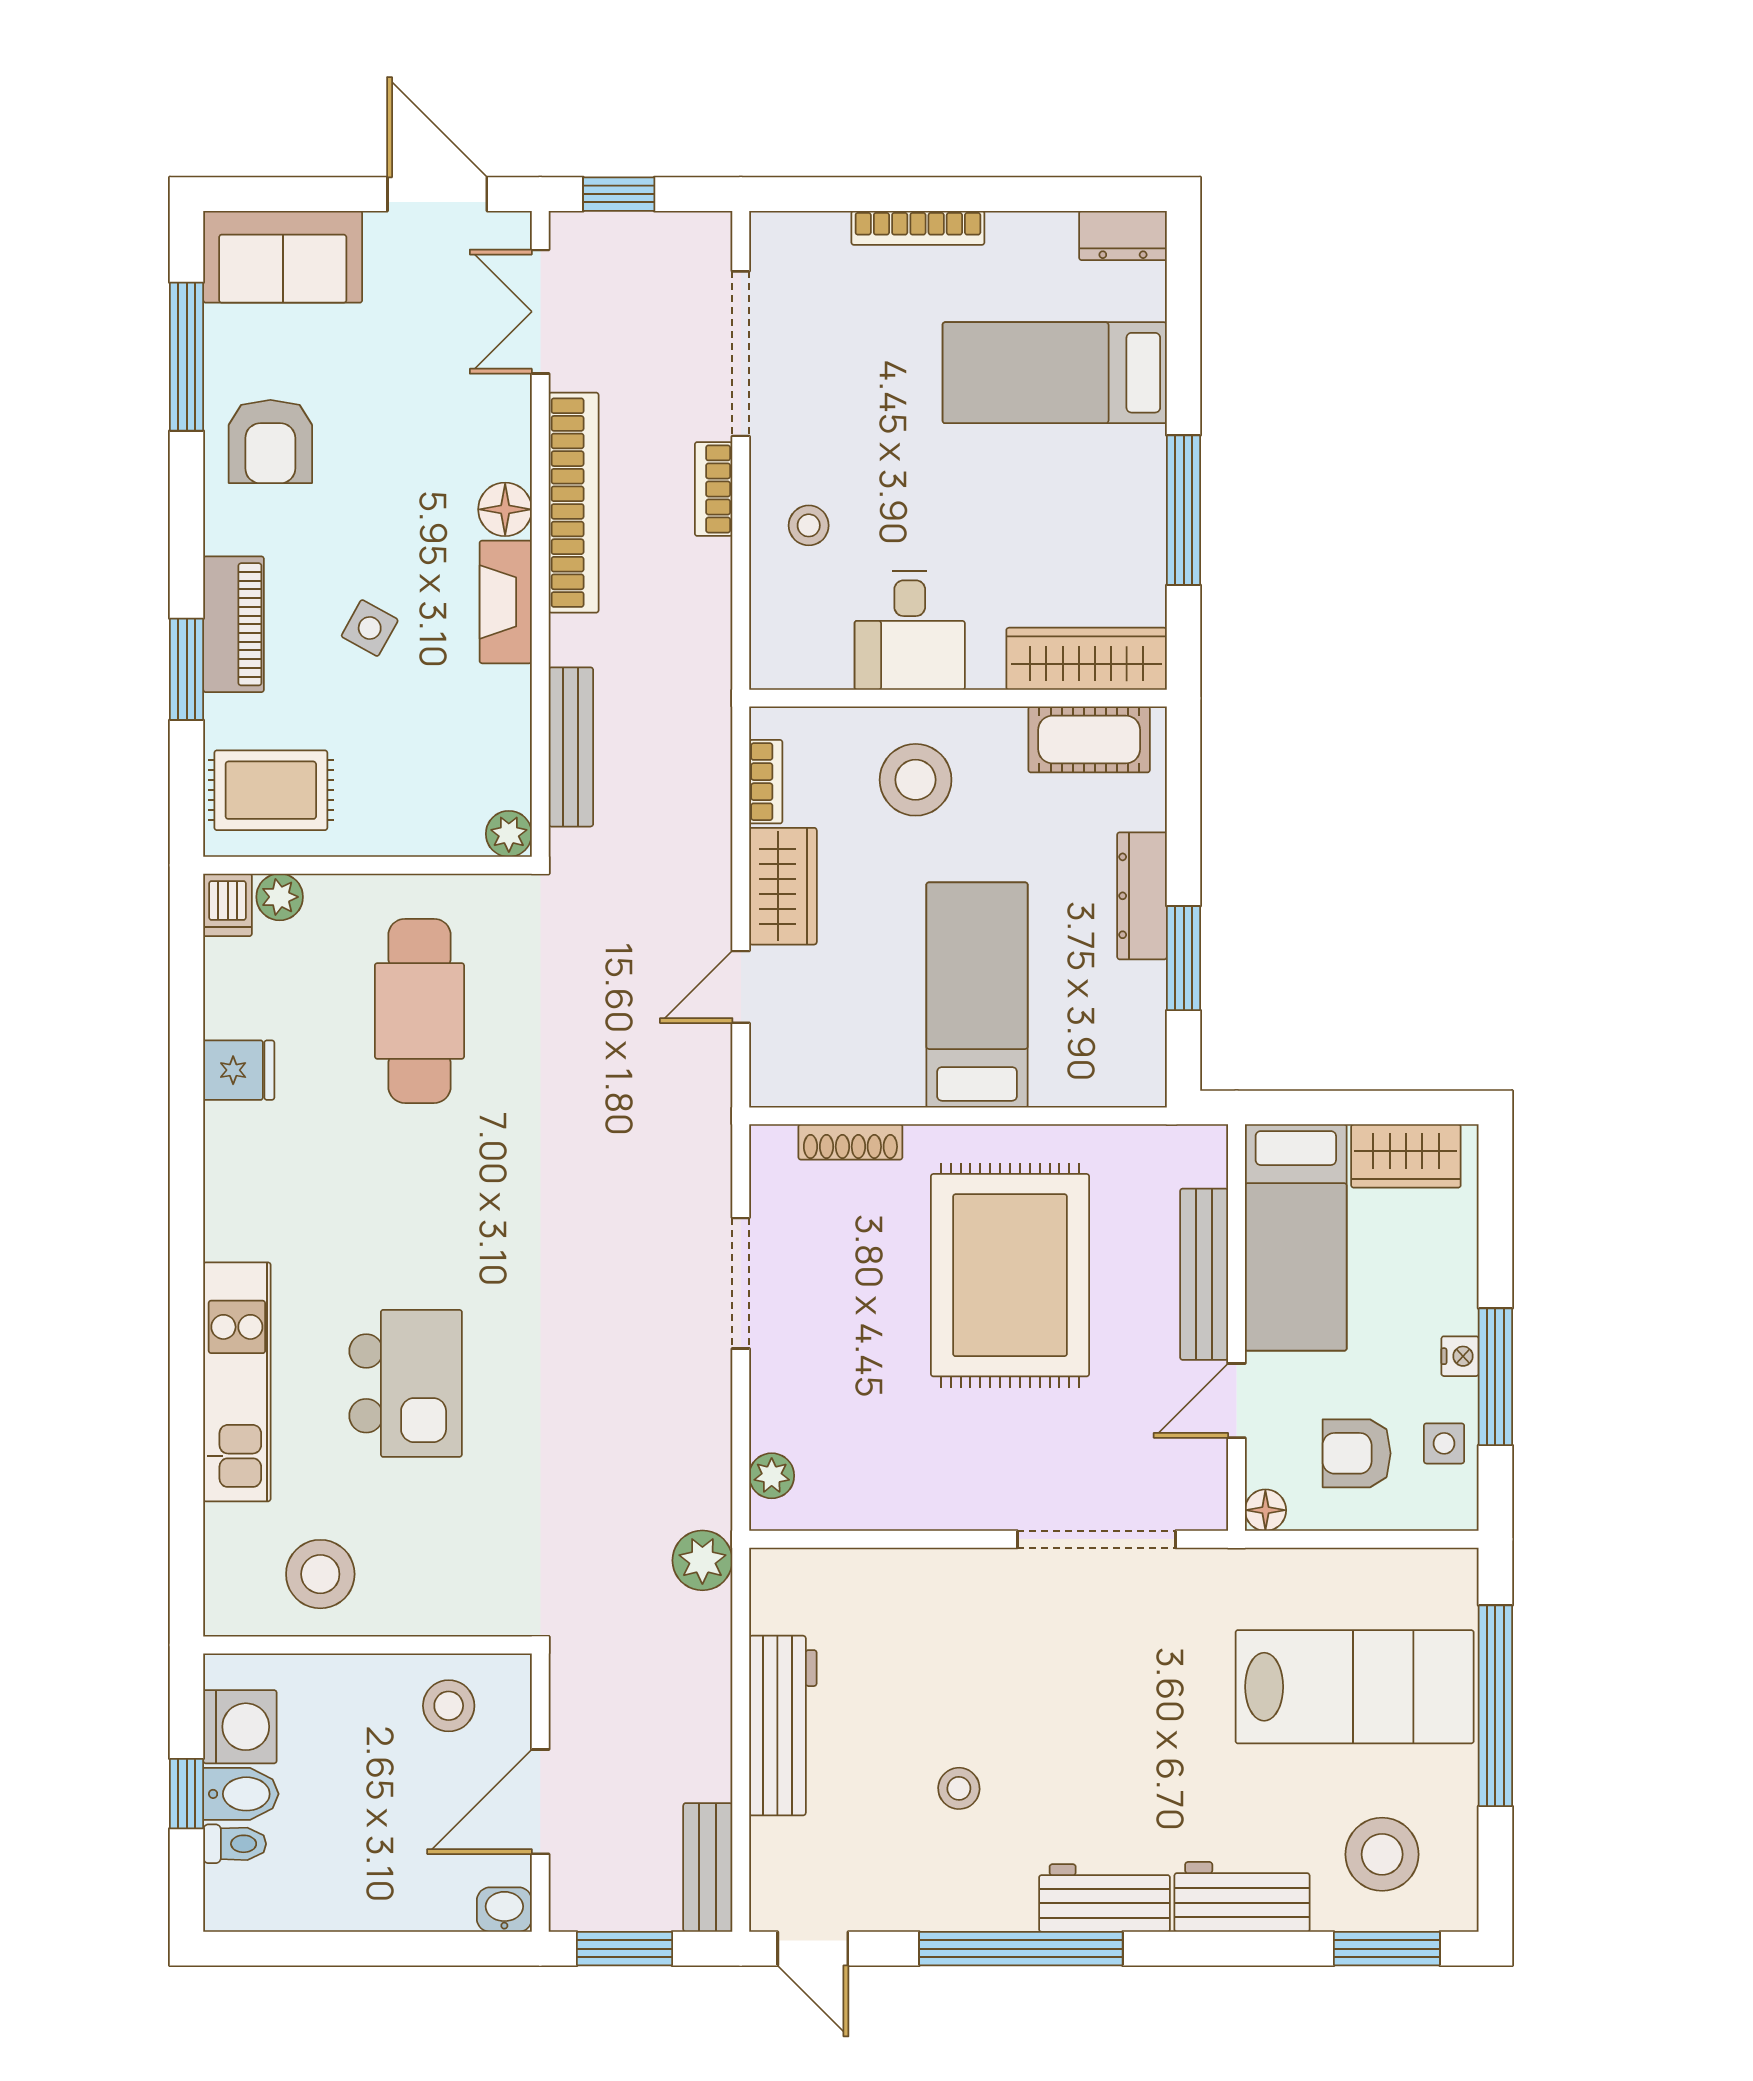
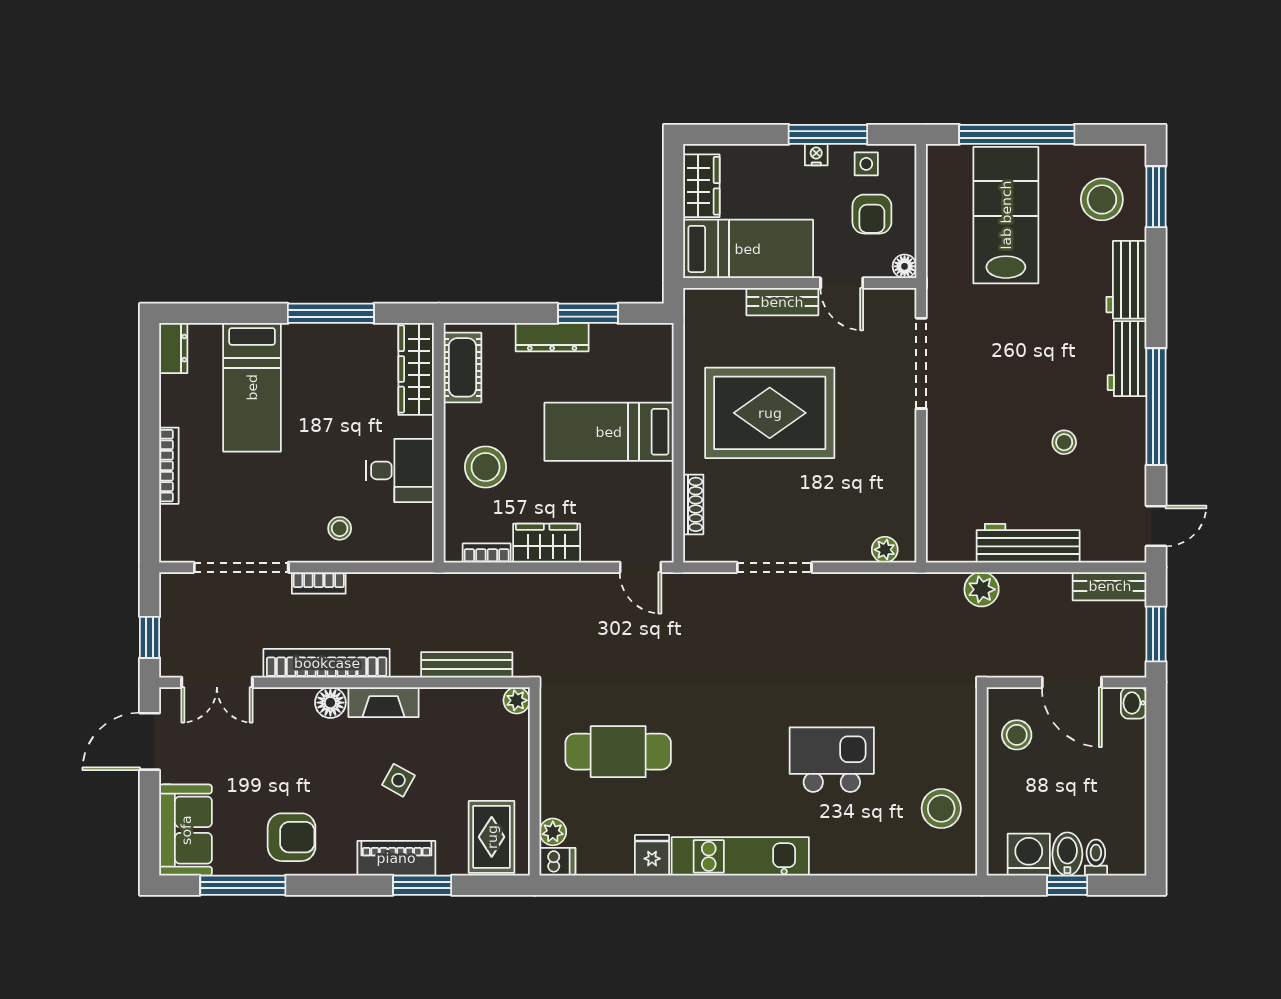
door: (741, 987) -> (640, 567), moved
bench: (1204, 1274) -> (782, 302), width x0.73
kitchen unit: (237, 1382) -> (740, 856), moved
plant: (702, 1560) -> (982, 589), moved

